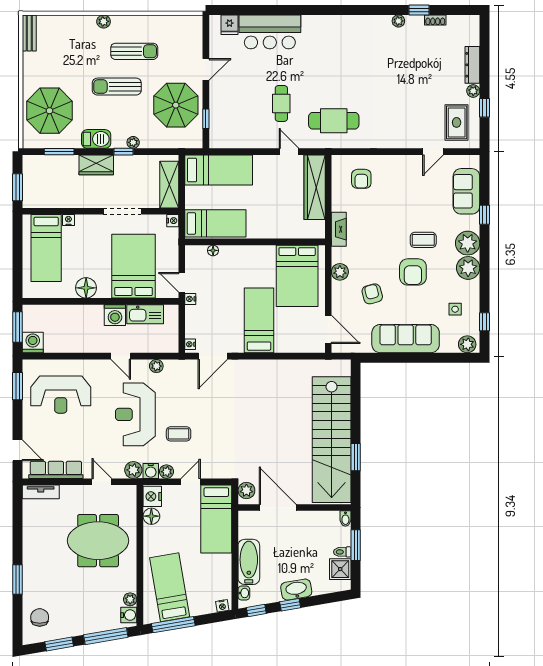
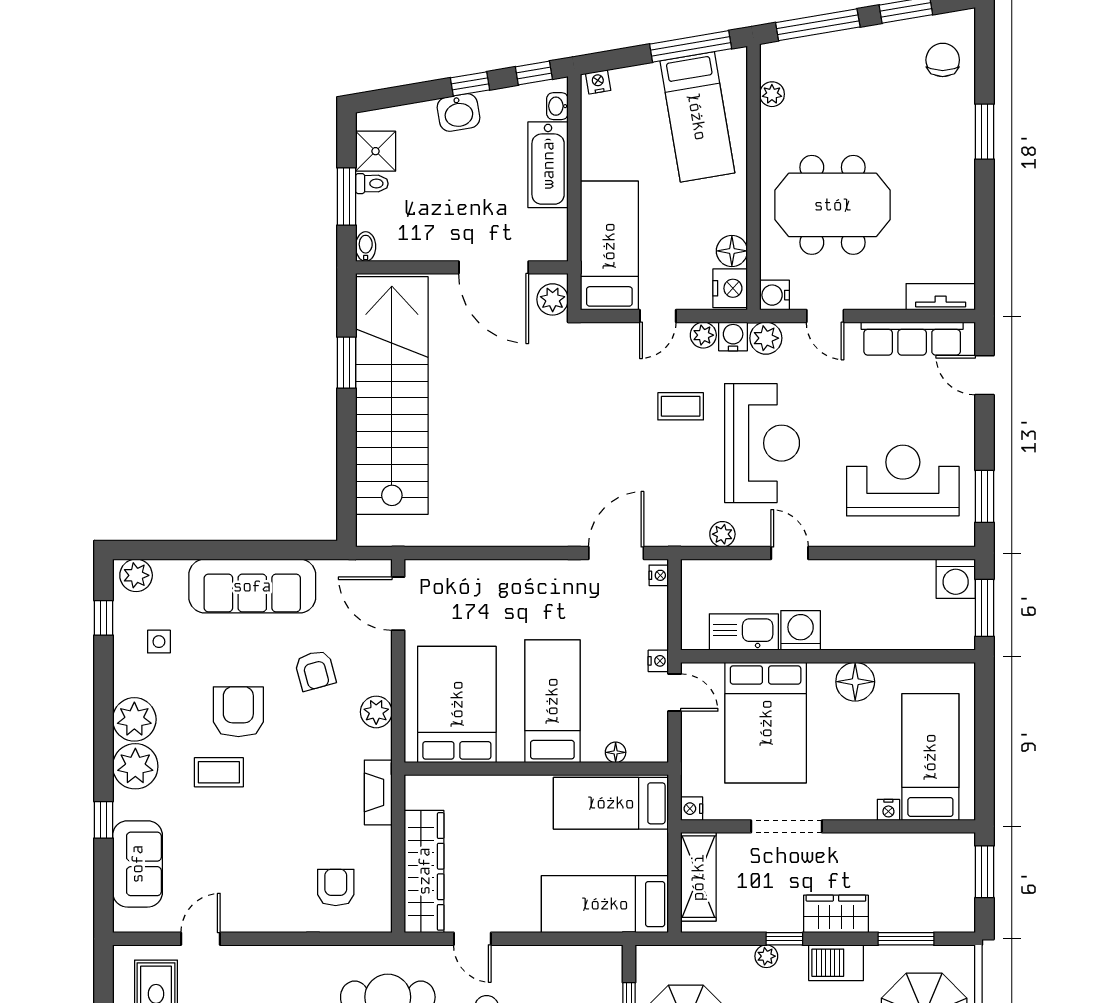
bed: (259, 320) -> (552, 701), moved, turned 180
washbasin: (296, 590) -> (458, 113), width x0.72
water cooler: (129, 615) -> (774, 295), moved
chair: (40, 617) -> (943, 60), turned 180

